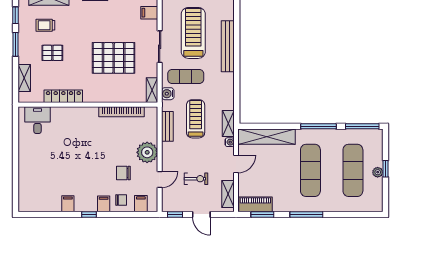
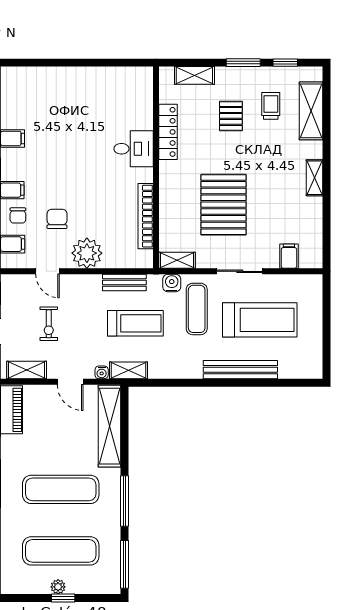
desk: (37, 120) -> (134, 149), moved

